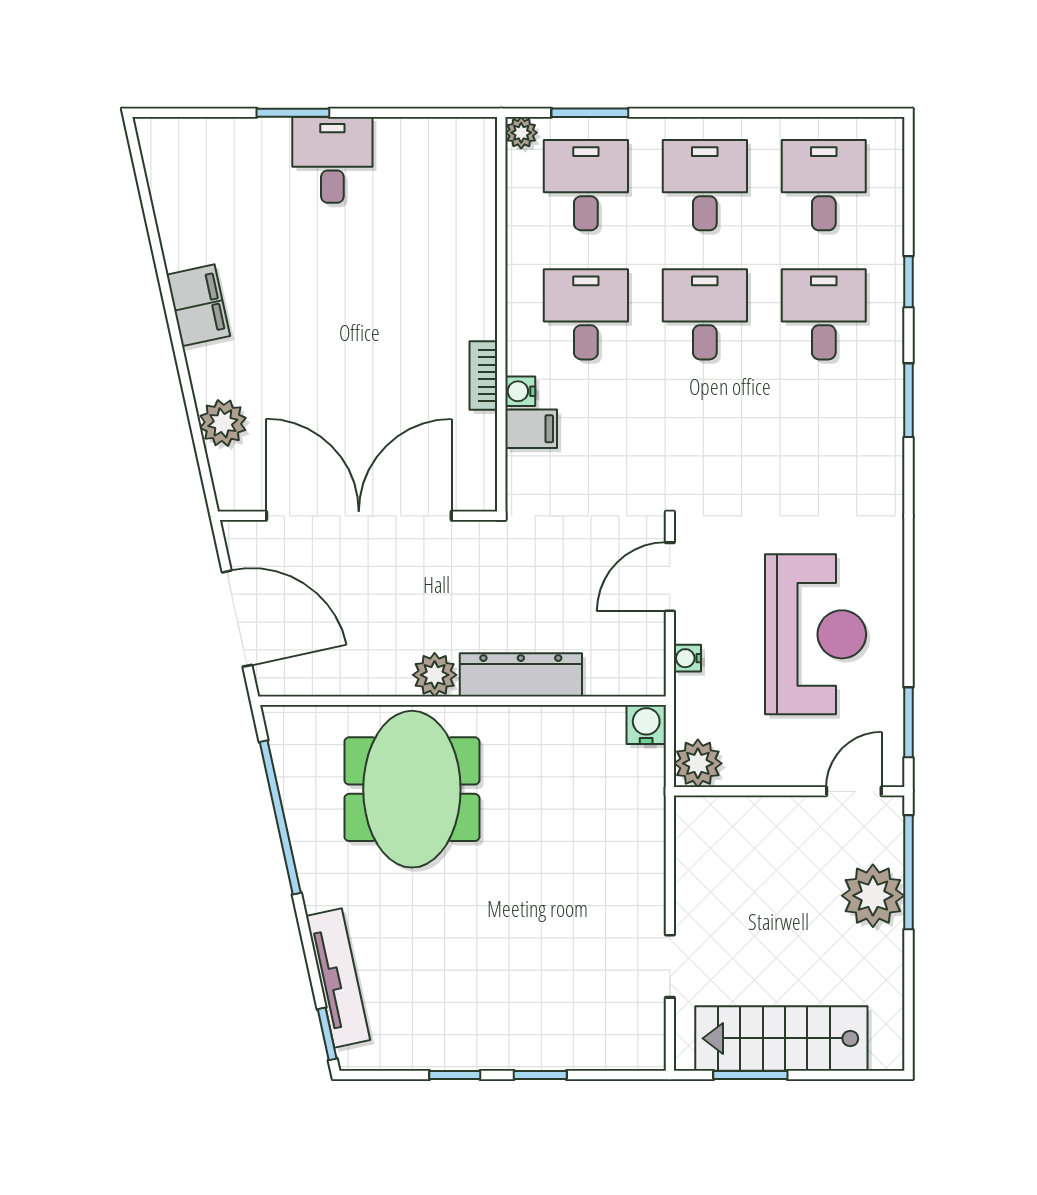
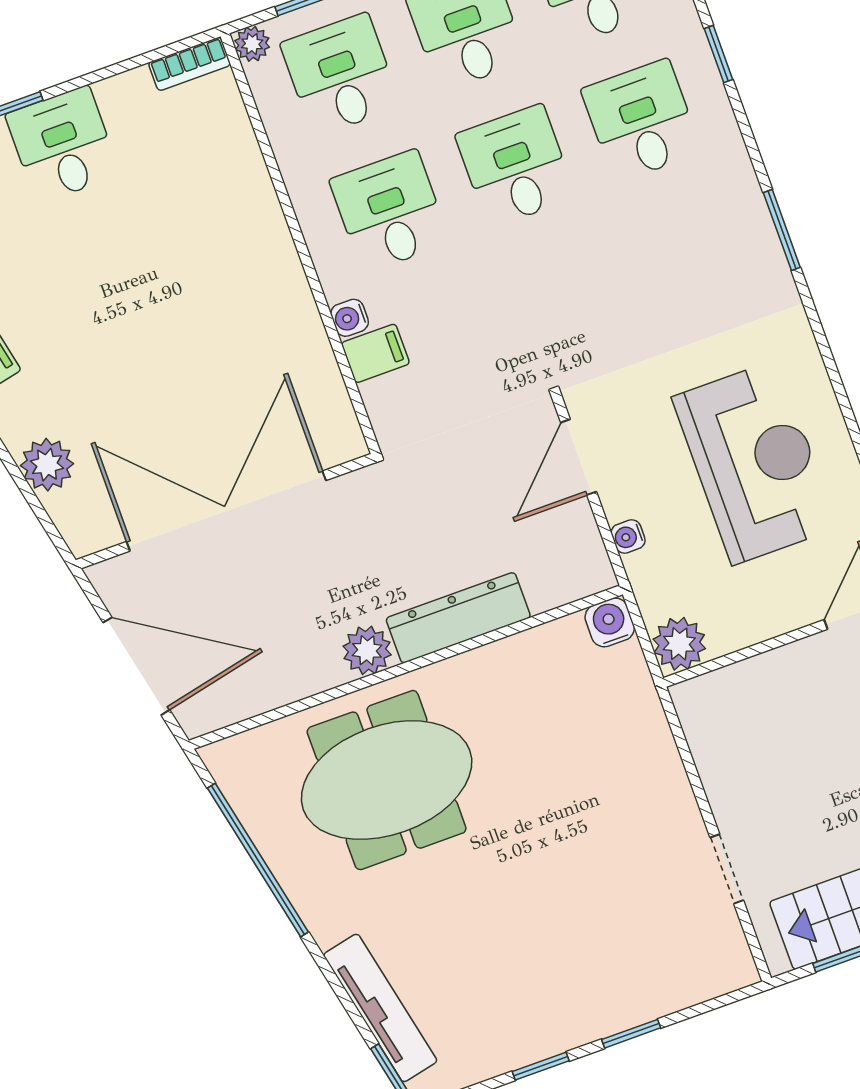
bookcase: (483, 376) -> (190, 64), moved, turned -90
window: (908, 400) -> (782, 230), moved
meeting table: (412, 789) -> (387, 780), turned 90

